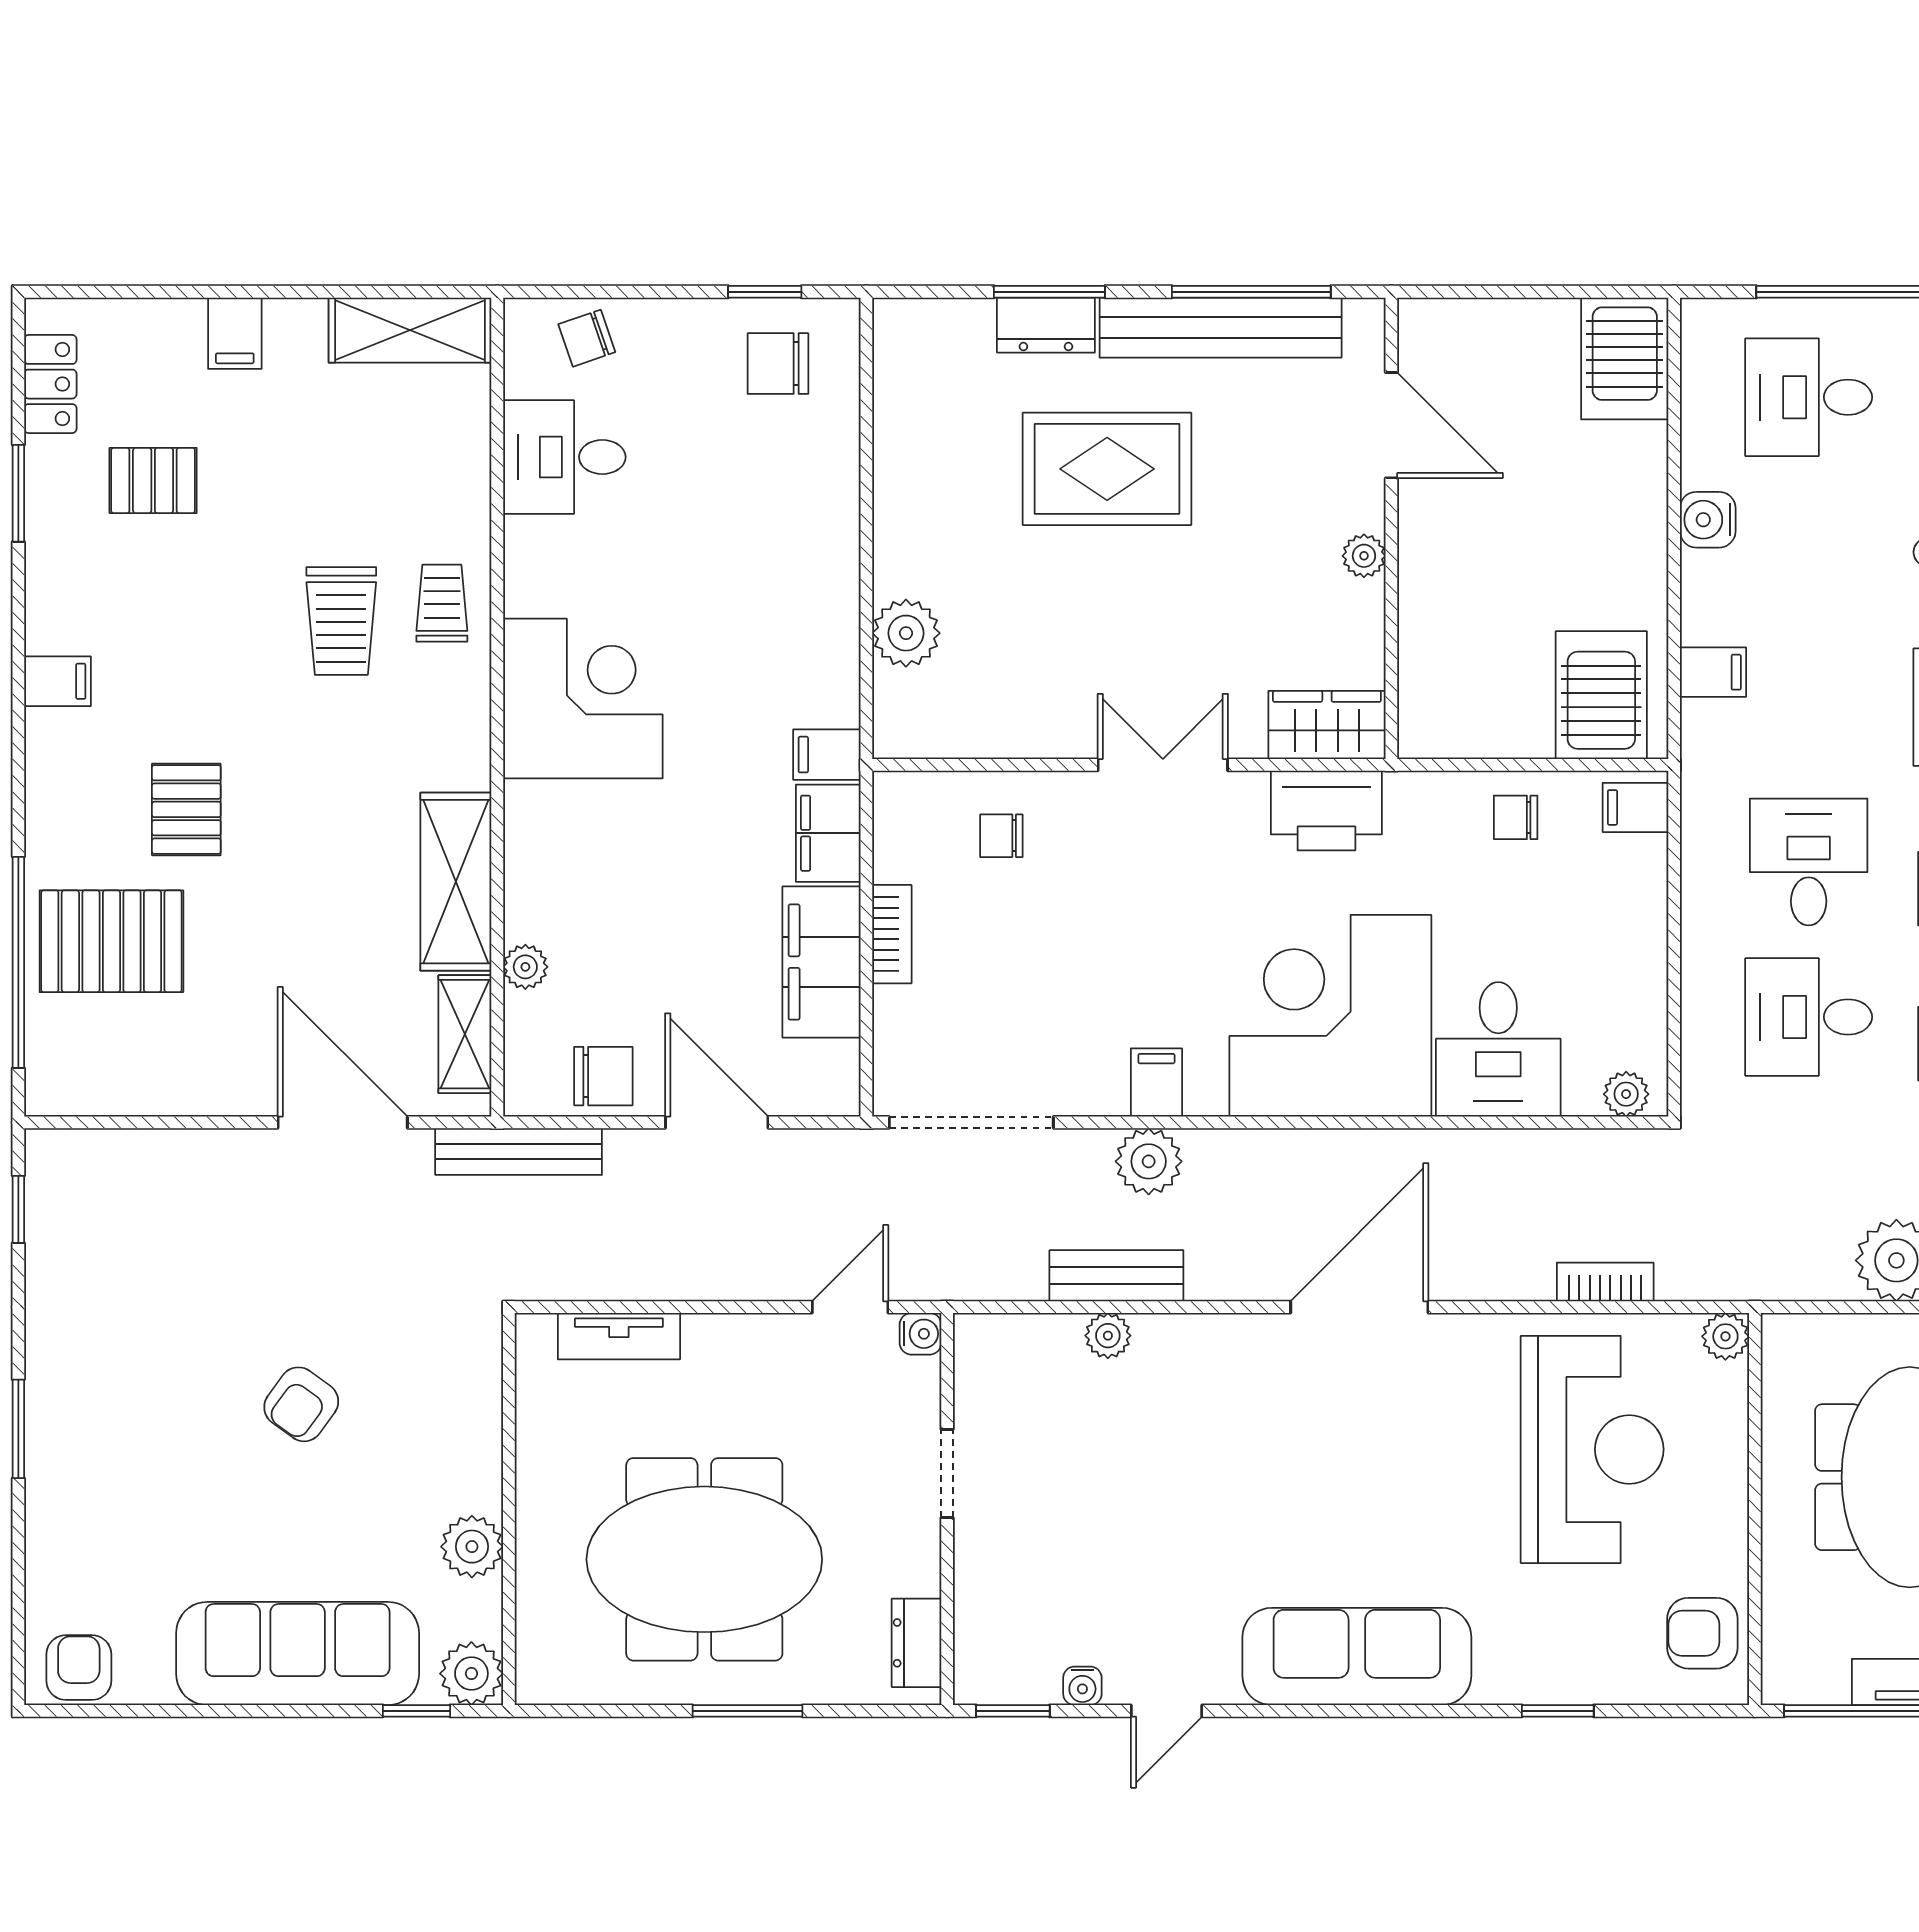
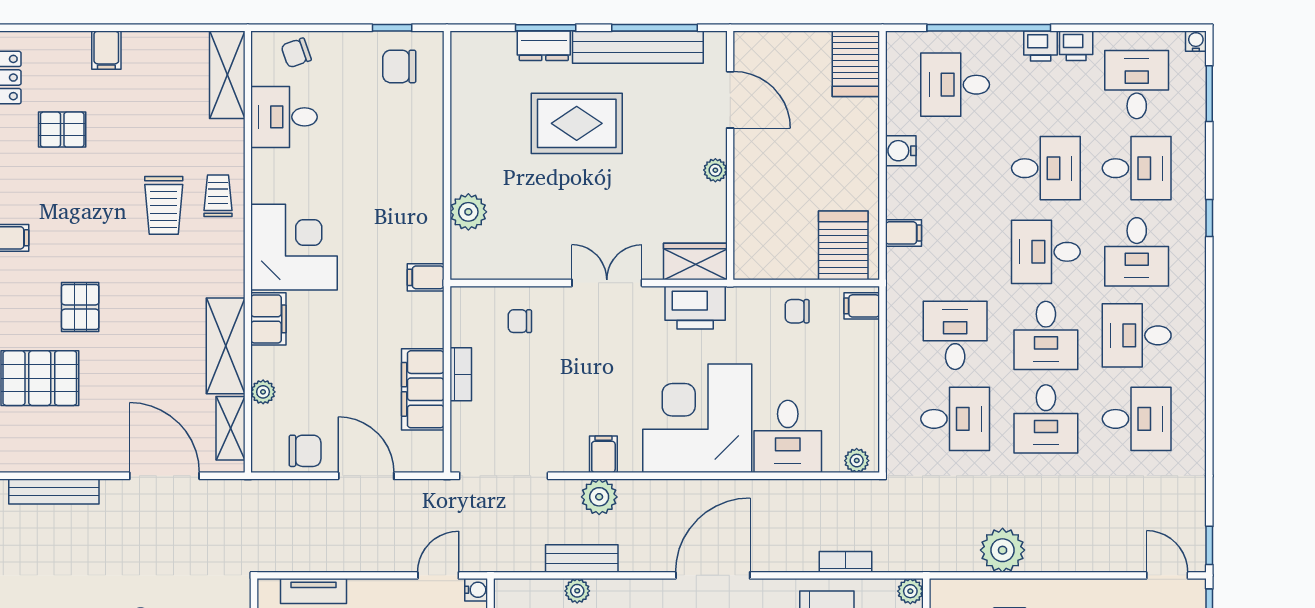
shelving: (410, 330) -> (227, 75), moved, turned 90
filing cabinet: (828, 833) -> (268, 319), moved, turned 180
desk: (1809, 1017) -> (955, 419), turned 180
bench: (519, 1152) -> (54, 492), moved

